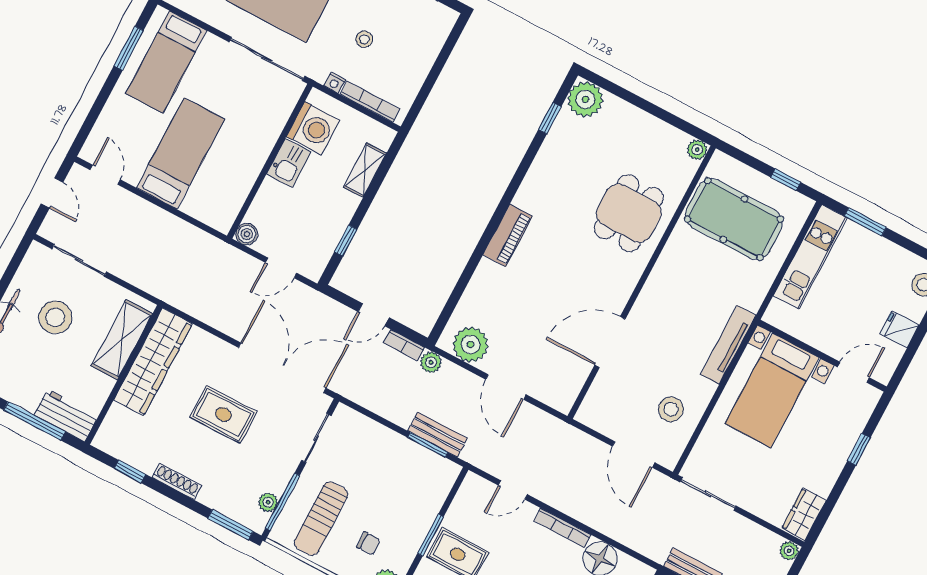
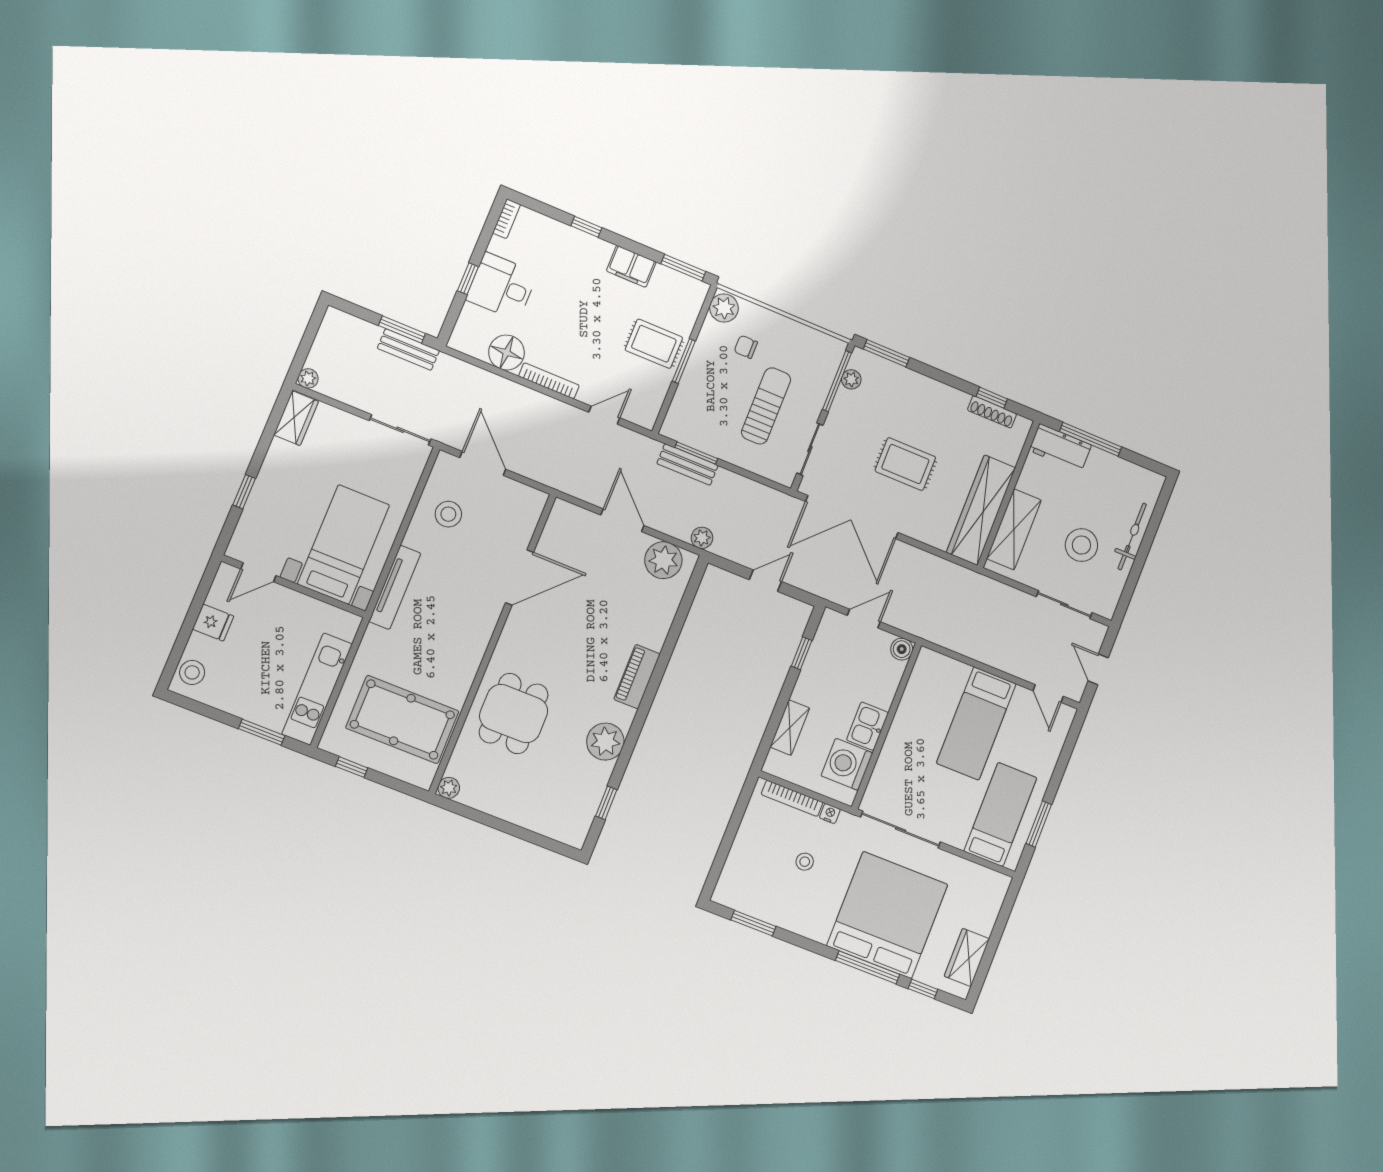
plant: (585, 99) -> (605, 742), moved
bookcase: (404, 345) -> (731, 553), removed
shoe rack: (177, 482) -> (992, 412), moved
sun lounger: (321, 519) -> (766, 406), moved

